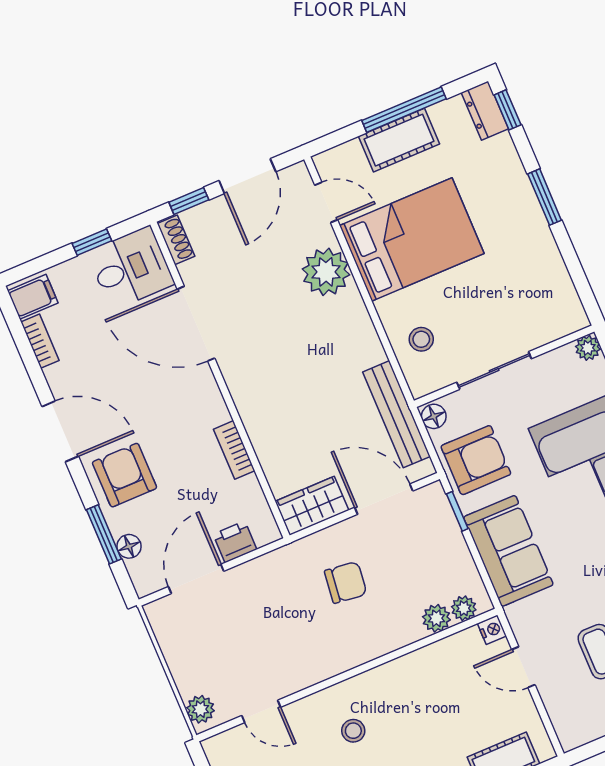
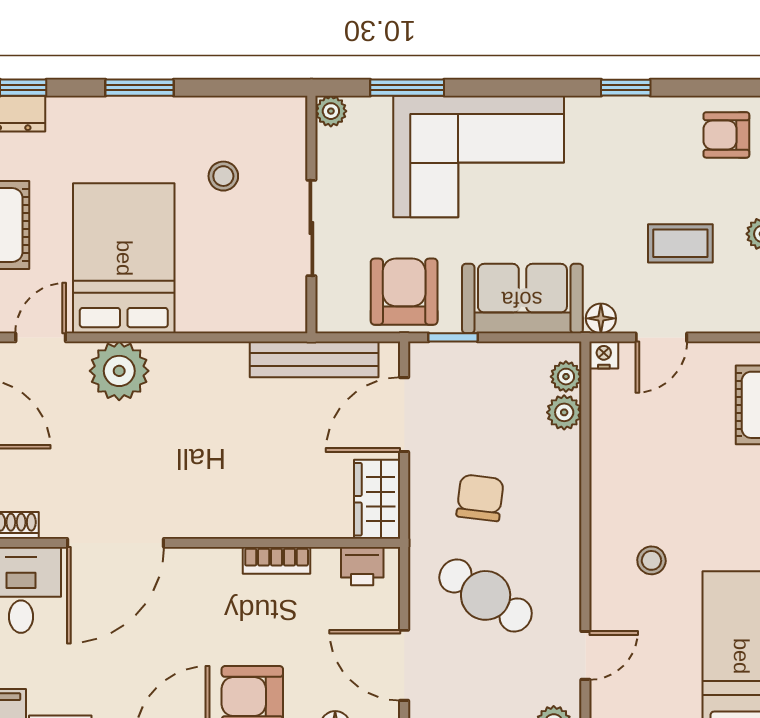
stool: (421, 339) -> (223, 176), moved
floor lamp: (434, 416) -> (601, 318), moved
printer: (235, 542) -> (362, 566), moved, turned -90
cafe table: (274, 618) -> (486, 595), added

